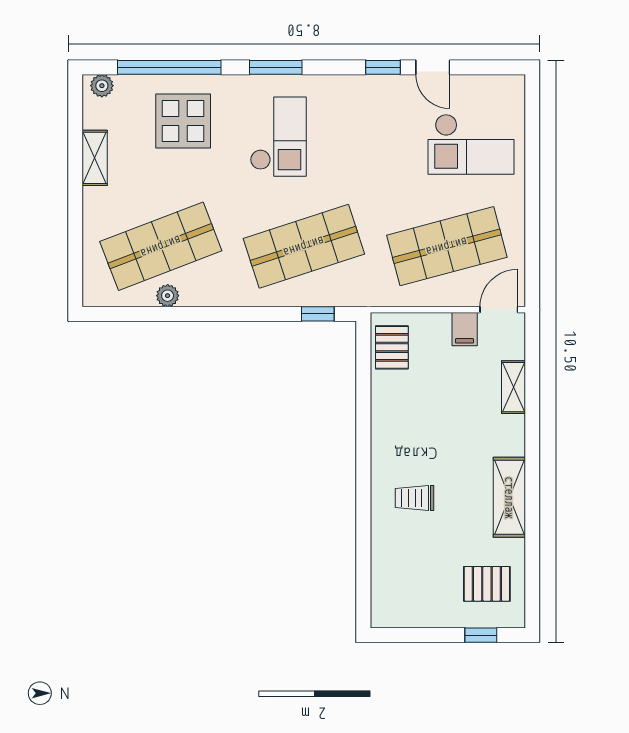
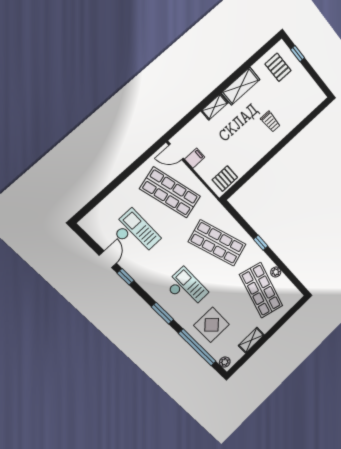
checkout: (278, 137) -> (187, 288), turned 90
checkout: (471, 144) -> (136, 233), moved
shop shelf: (161, 246) -> (261, 290), turned 36
window: (318, 314) -> (261, 243), moved
shelving: (513, 387) -> (215, 107), moved

